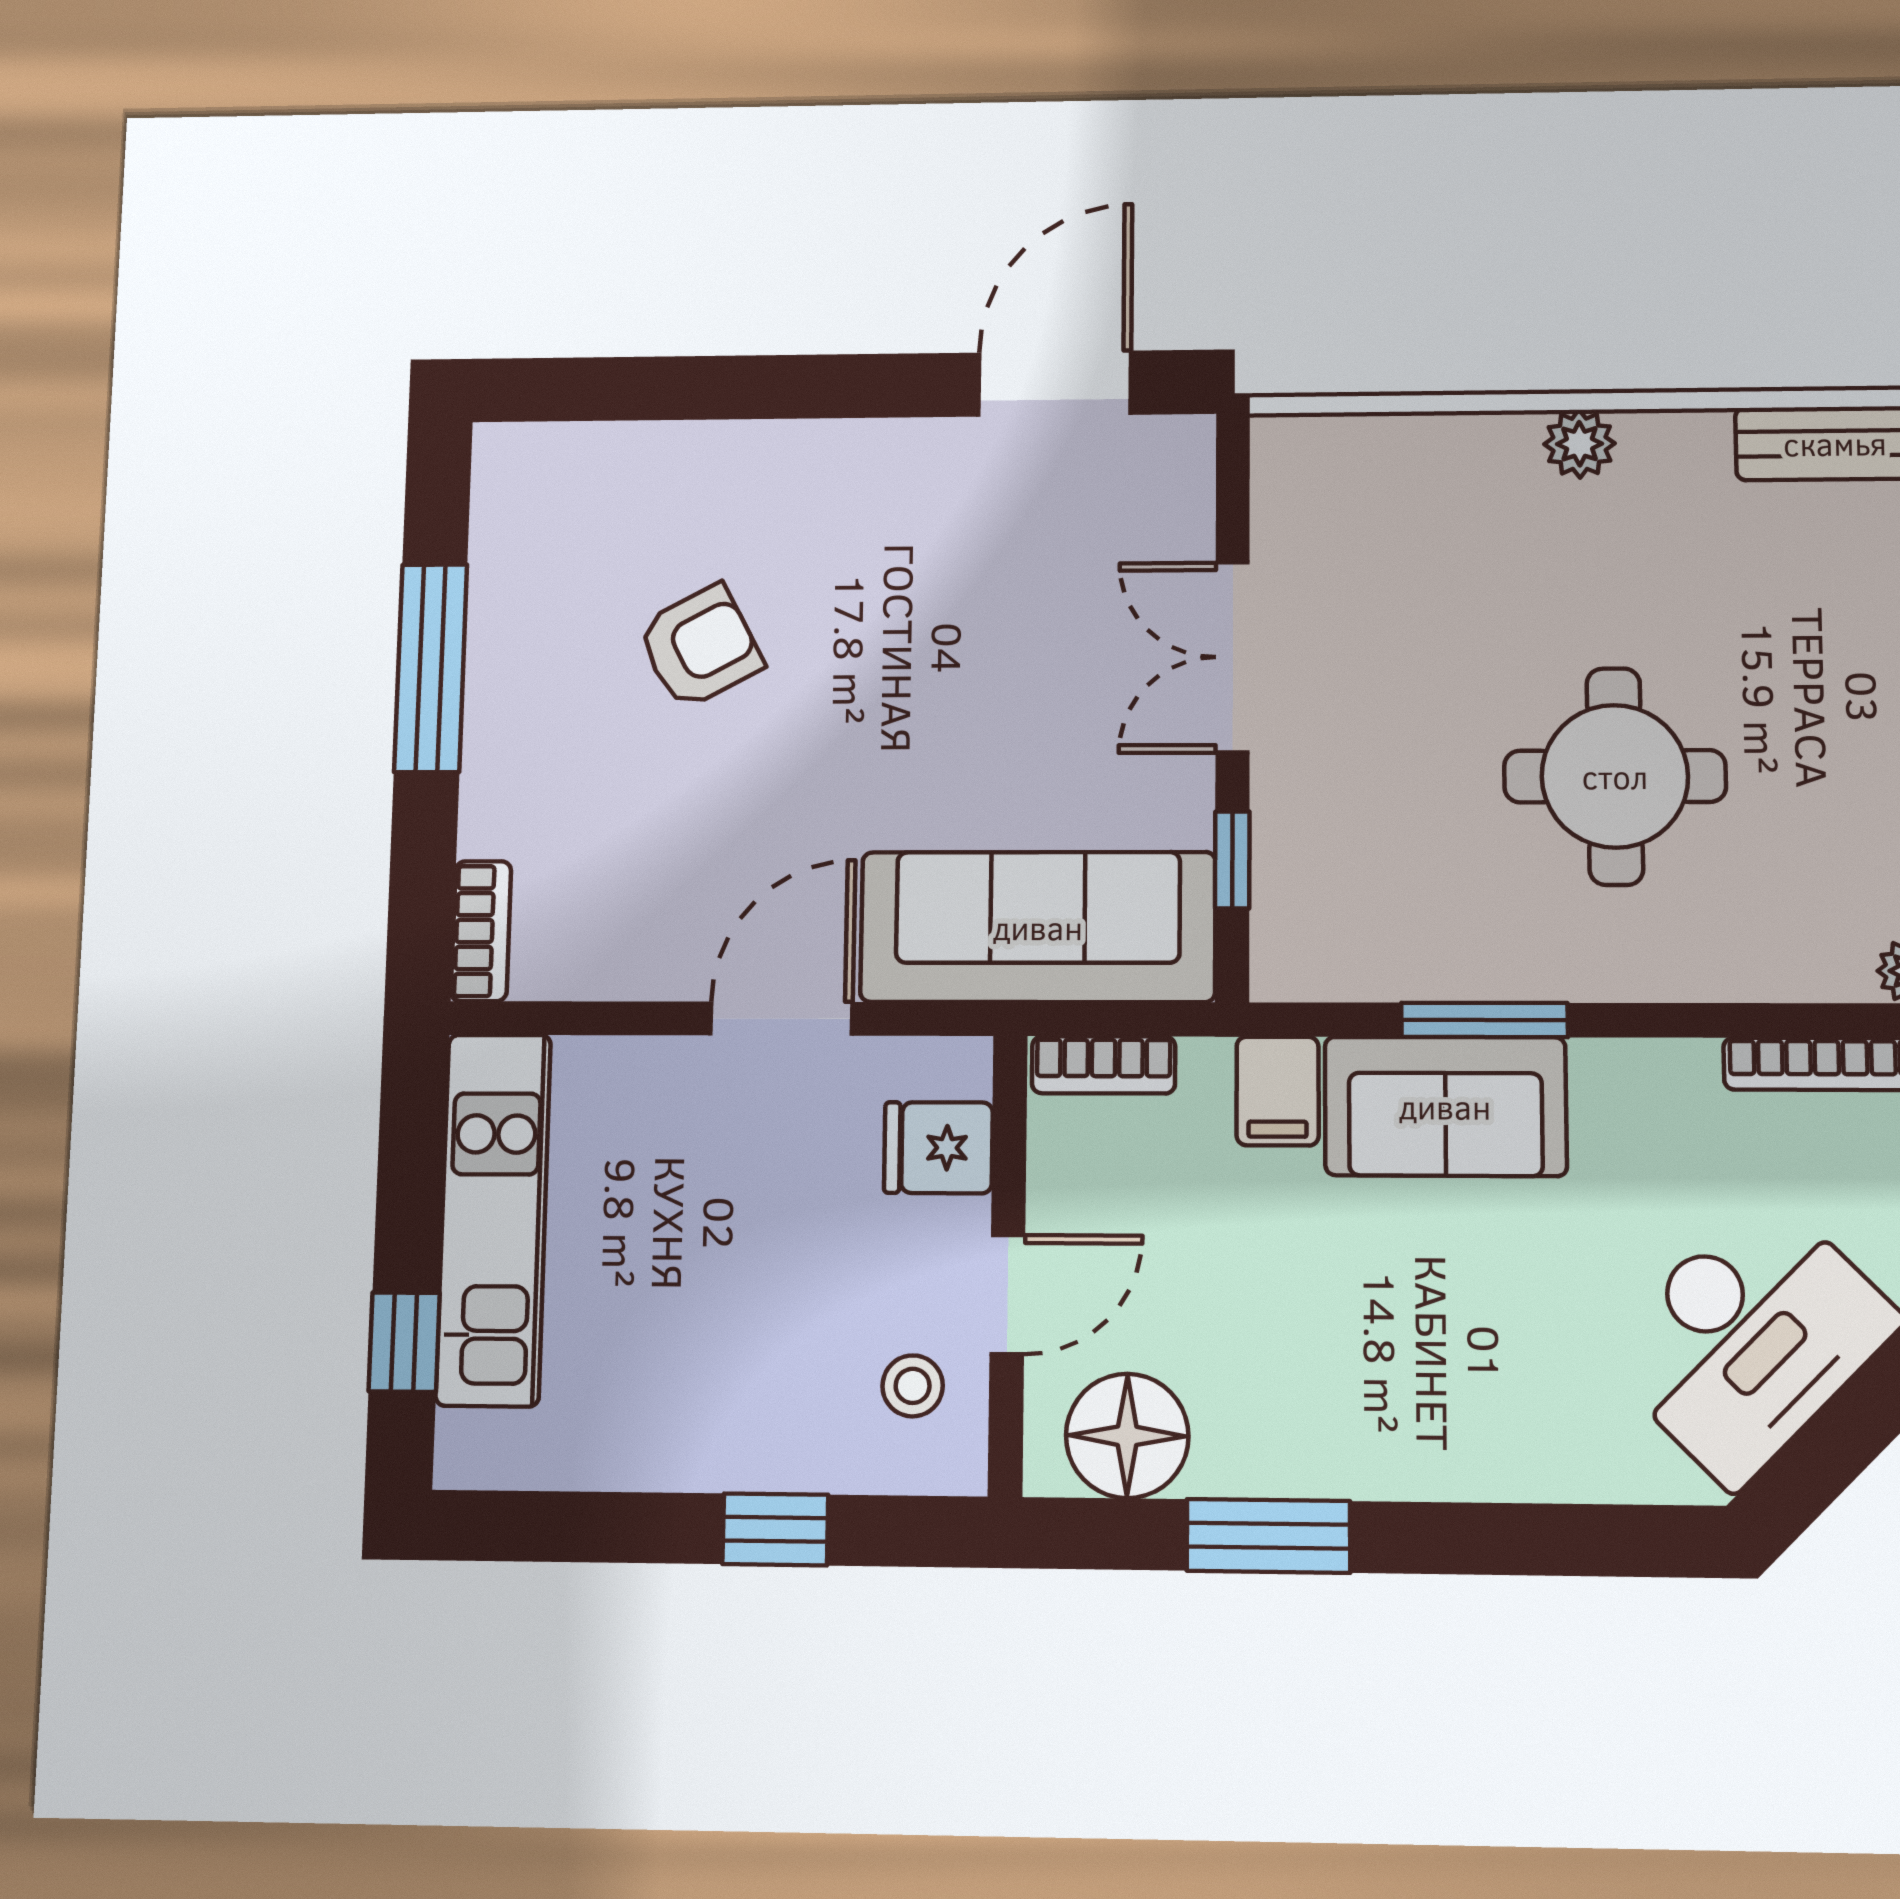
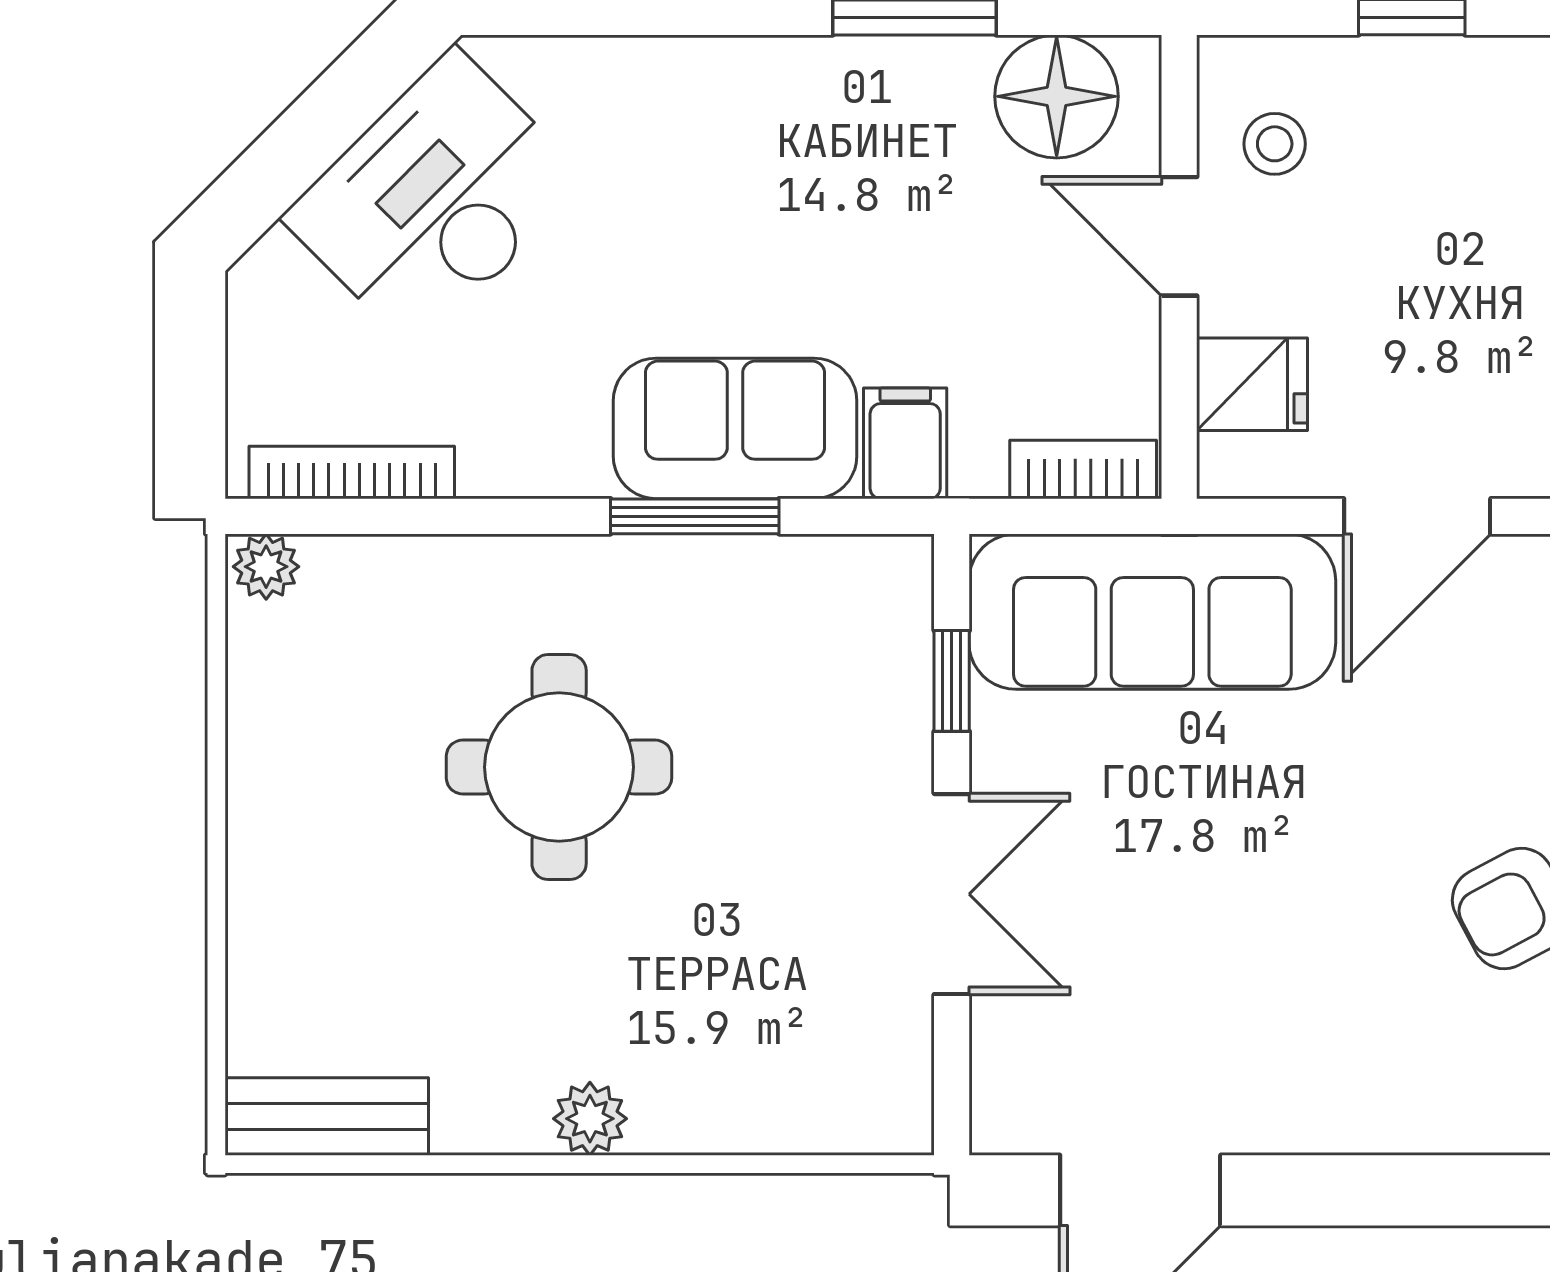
door: (1007, 1294) -> (1179, 236), hinge flipped

